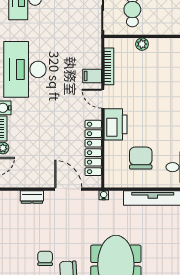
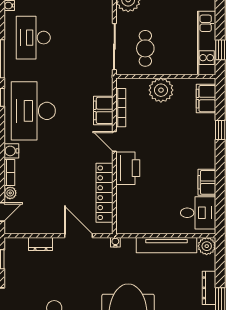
plant: (142, 44) -> (161, 90), width x1.87, depth x1.87
filing cabinet: (92, 76) -> (103, 110), width x2.00
chair: (141, 158) -> (154, 203), removed

